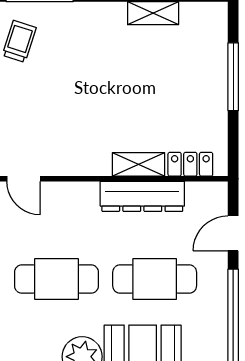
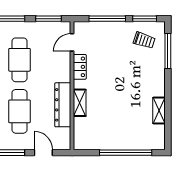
window: (233, 77) -> (126, 153), width x1.46
locker: (190, 164) -> (80, 67), moved

